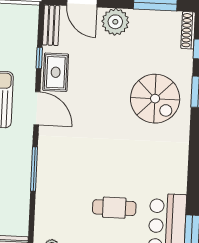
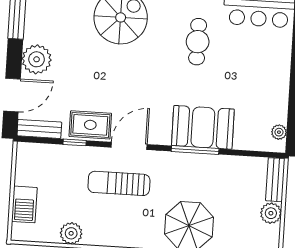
booth: (55, 176) -> (203, 127), added
cafe table: (114, 208) -> (198, 42), moved

